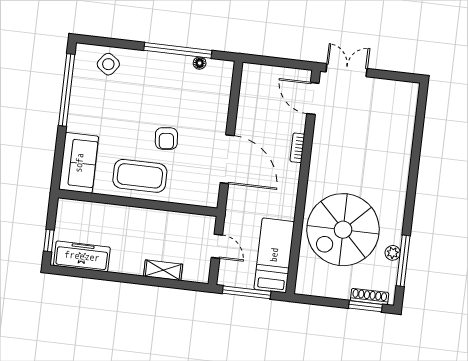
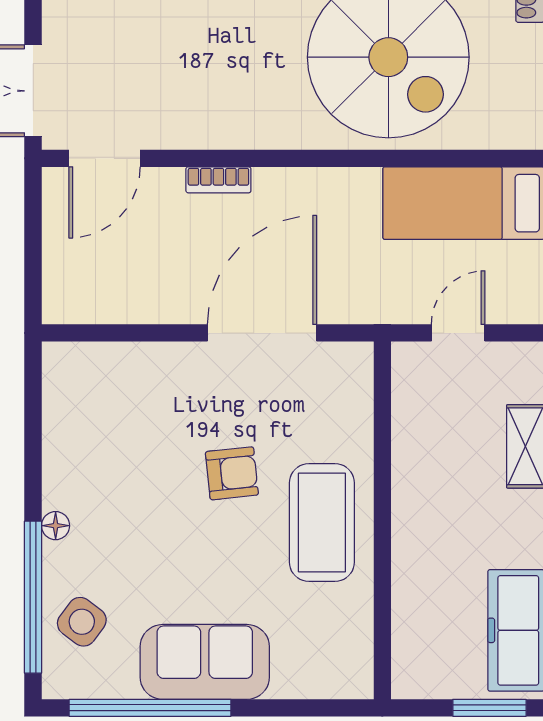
window: (178, 50) -> (33, 597), moved
floor lamp: (200, 63) -> (56, 526), moved
sofa: (79, 163) -> (205, 662), moved
window: (49, 241) -> (489, 708), width x1.50

